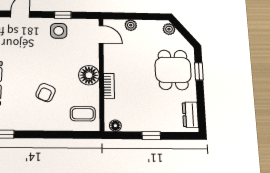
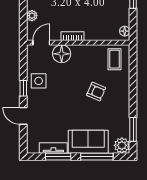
window: (63, 15) -> (23, 88), moved
floor lamp: (89, 75) -> (62, 54), moved
bookcase: (109, 86) -> (73, 36), moved

